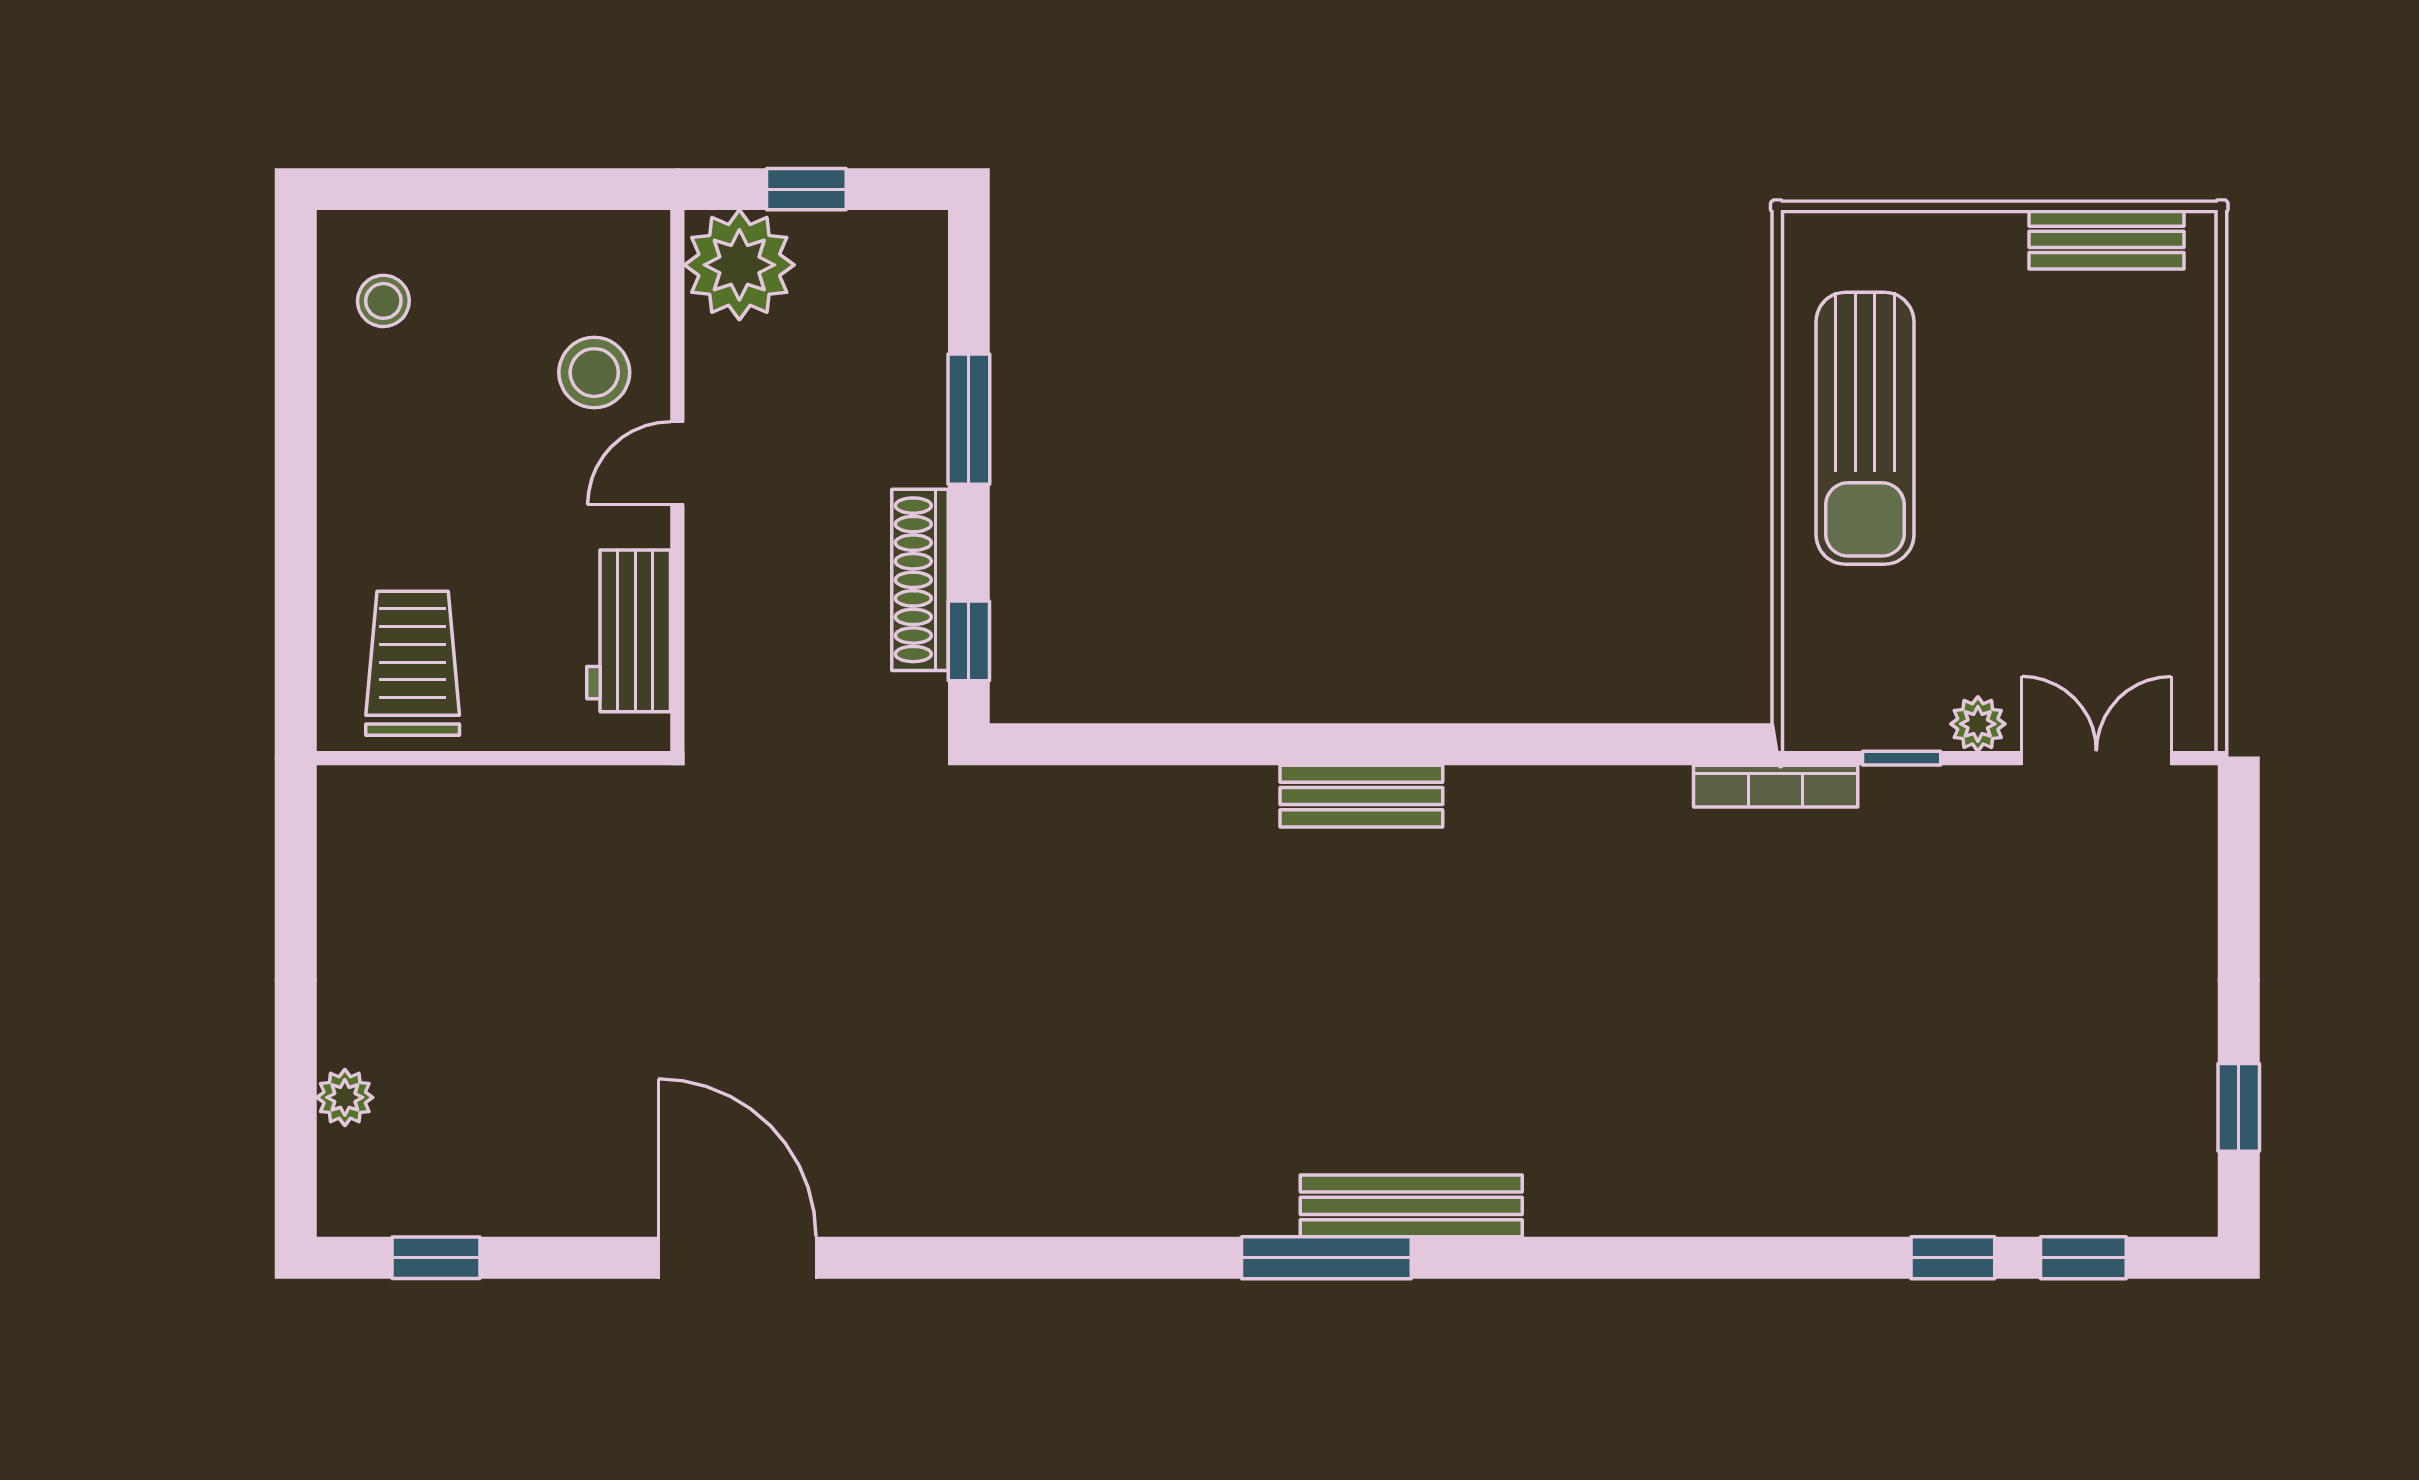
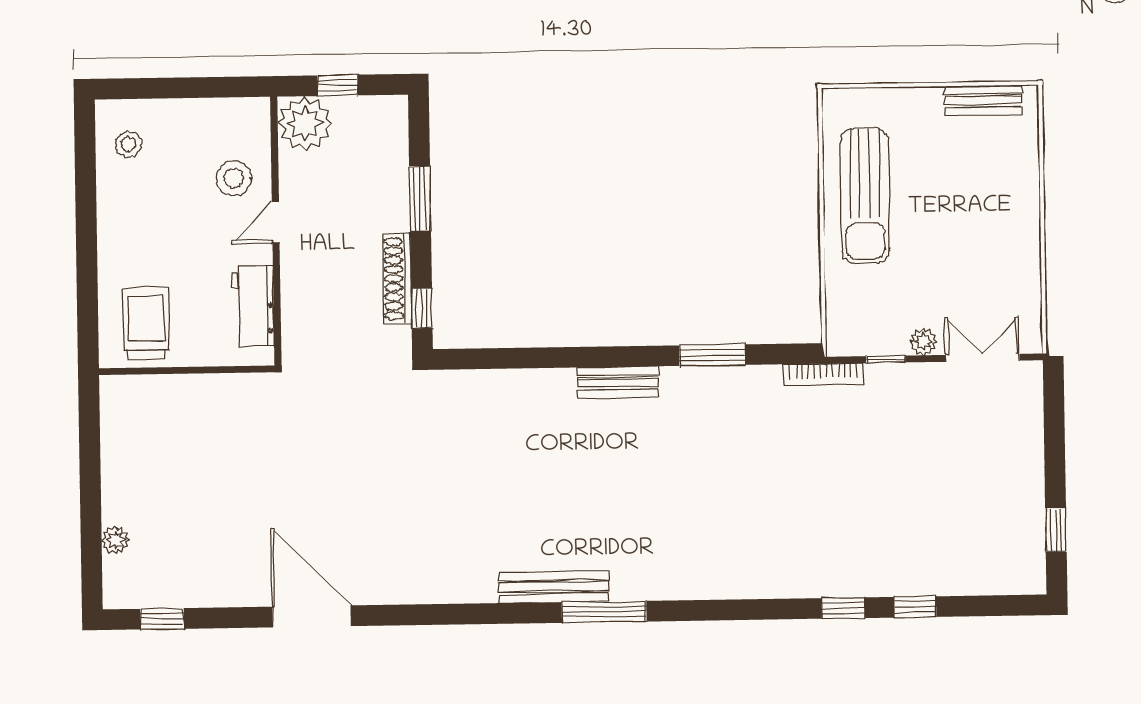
window: (1553, 744) -> (712, 355), added
bench: (1411, 1206) -> (553, 587), moved
window: (2083, 1258) -> (843, 608), moved

